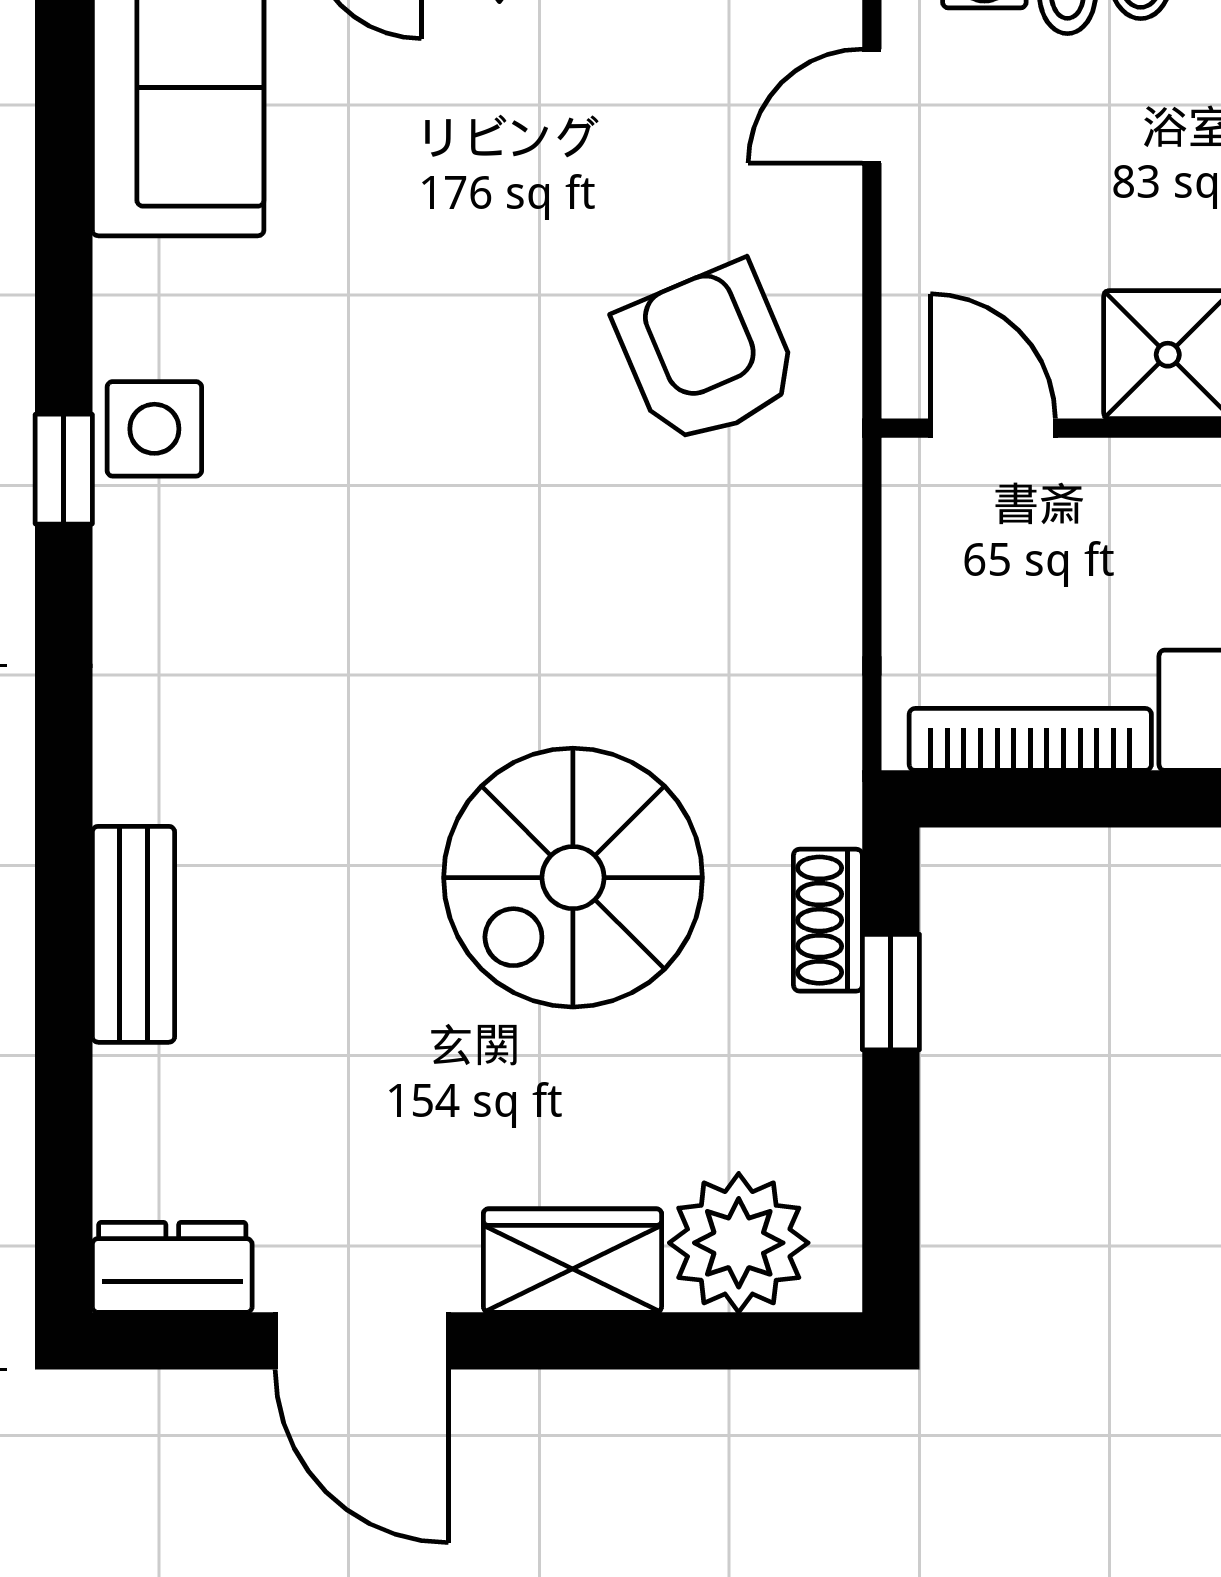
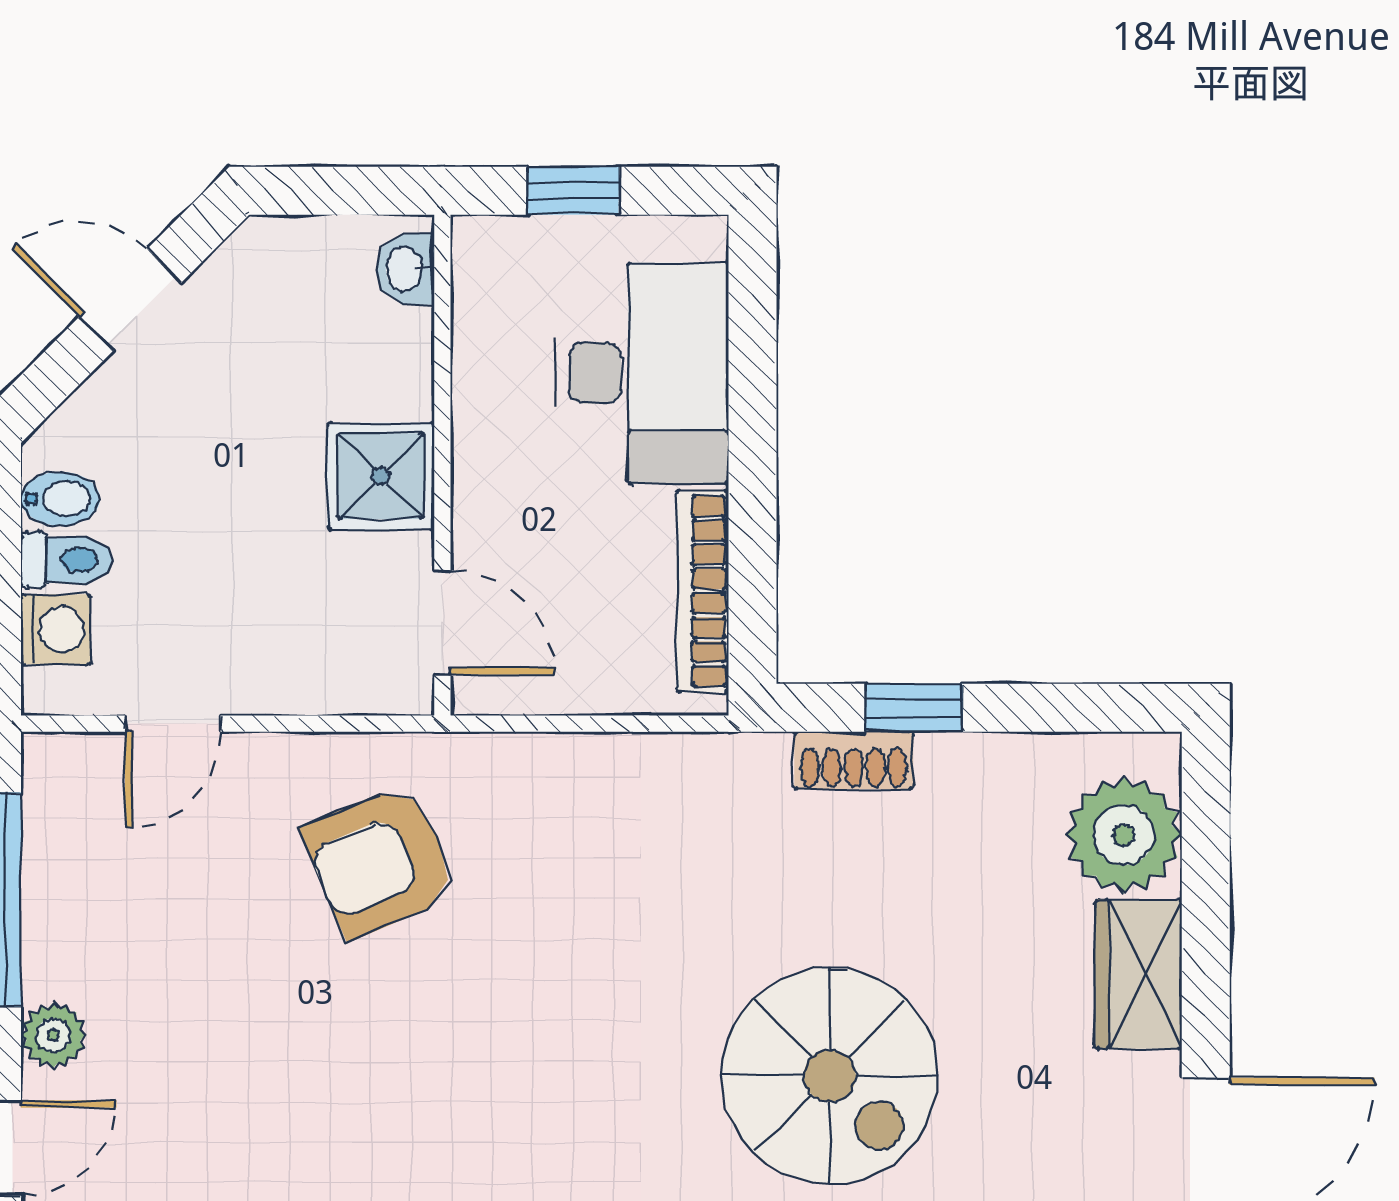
door: (872, 106) -> (173, 724), hinge flipped
door: (993, 428) -> (442, 622), swing flipped
spiral stairs: (573, 878) -> (830, 1076), moved

